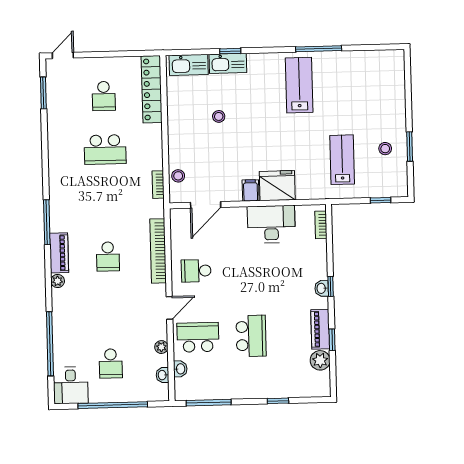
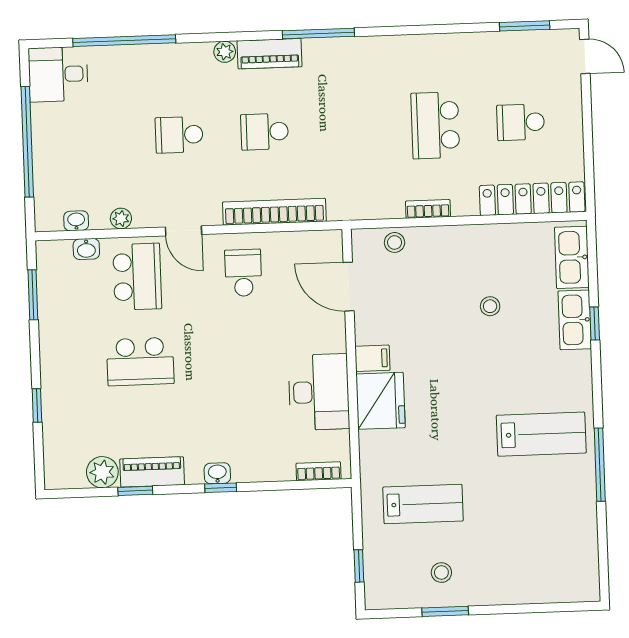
bookcase: (158, 185) -> (428, 209), moved
school desk: (111, 364) -> (179, 135), moved
window: (209, 403) -> (33, 295), width x0.69

